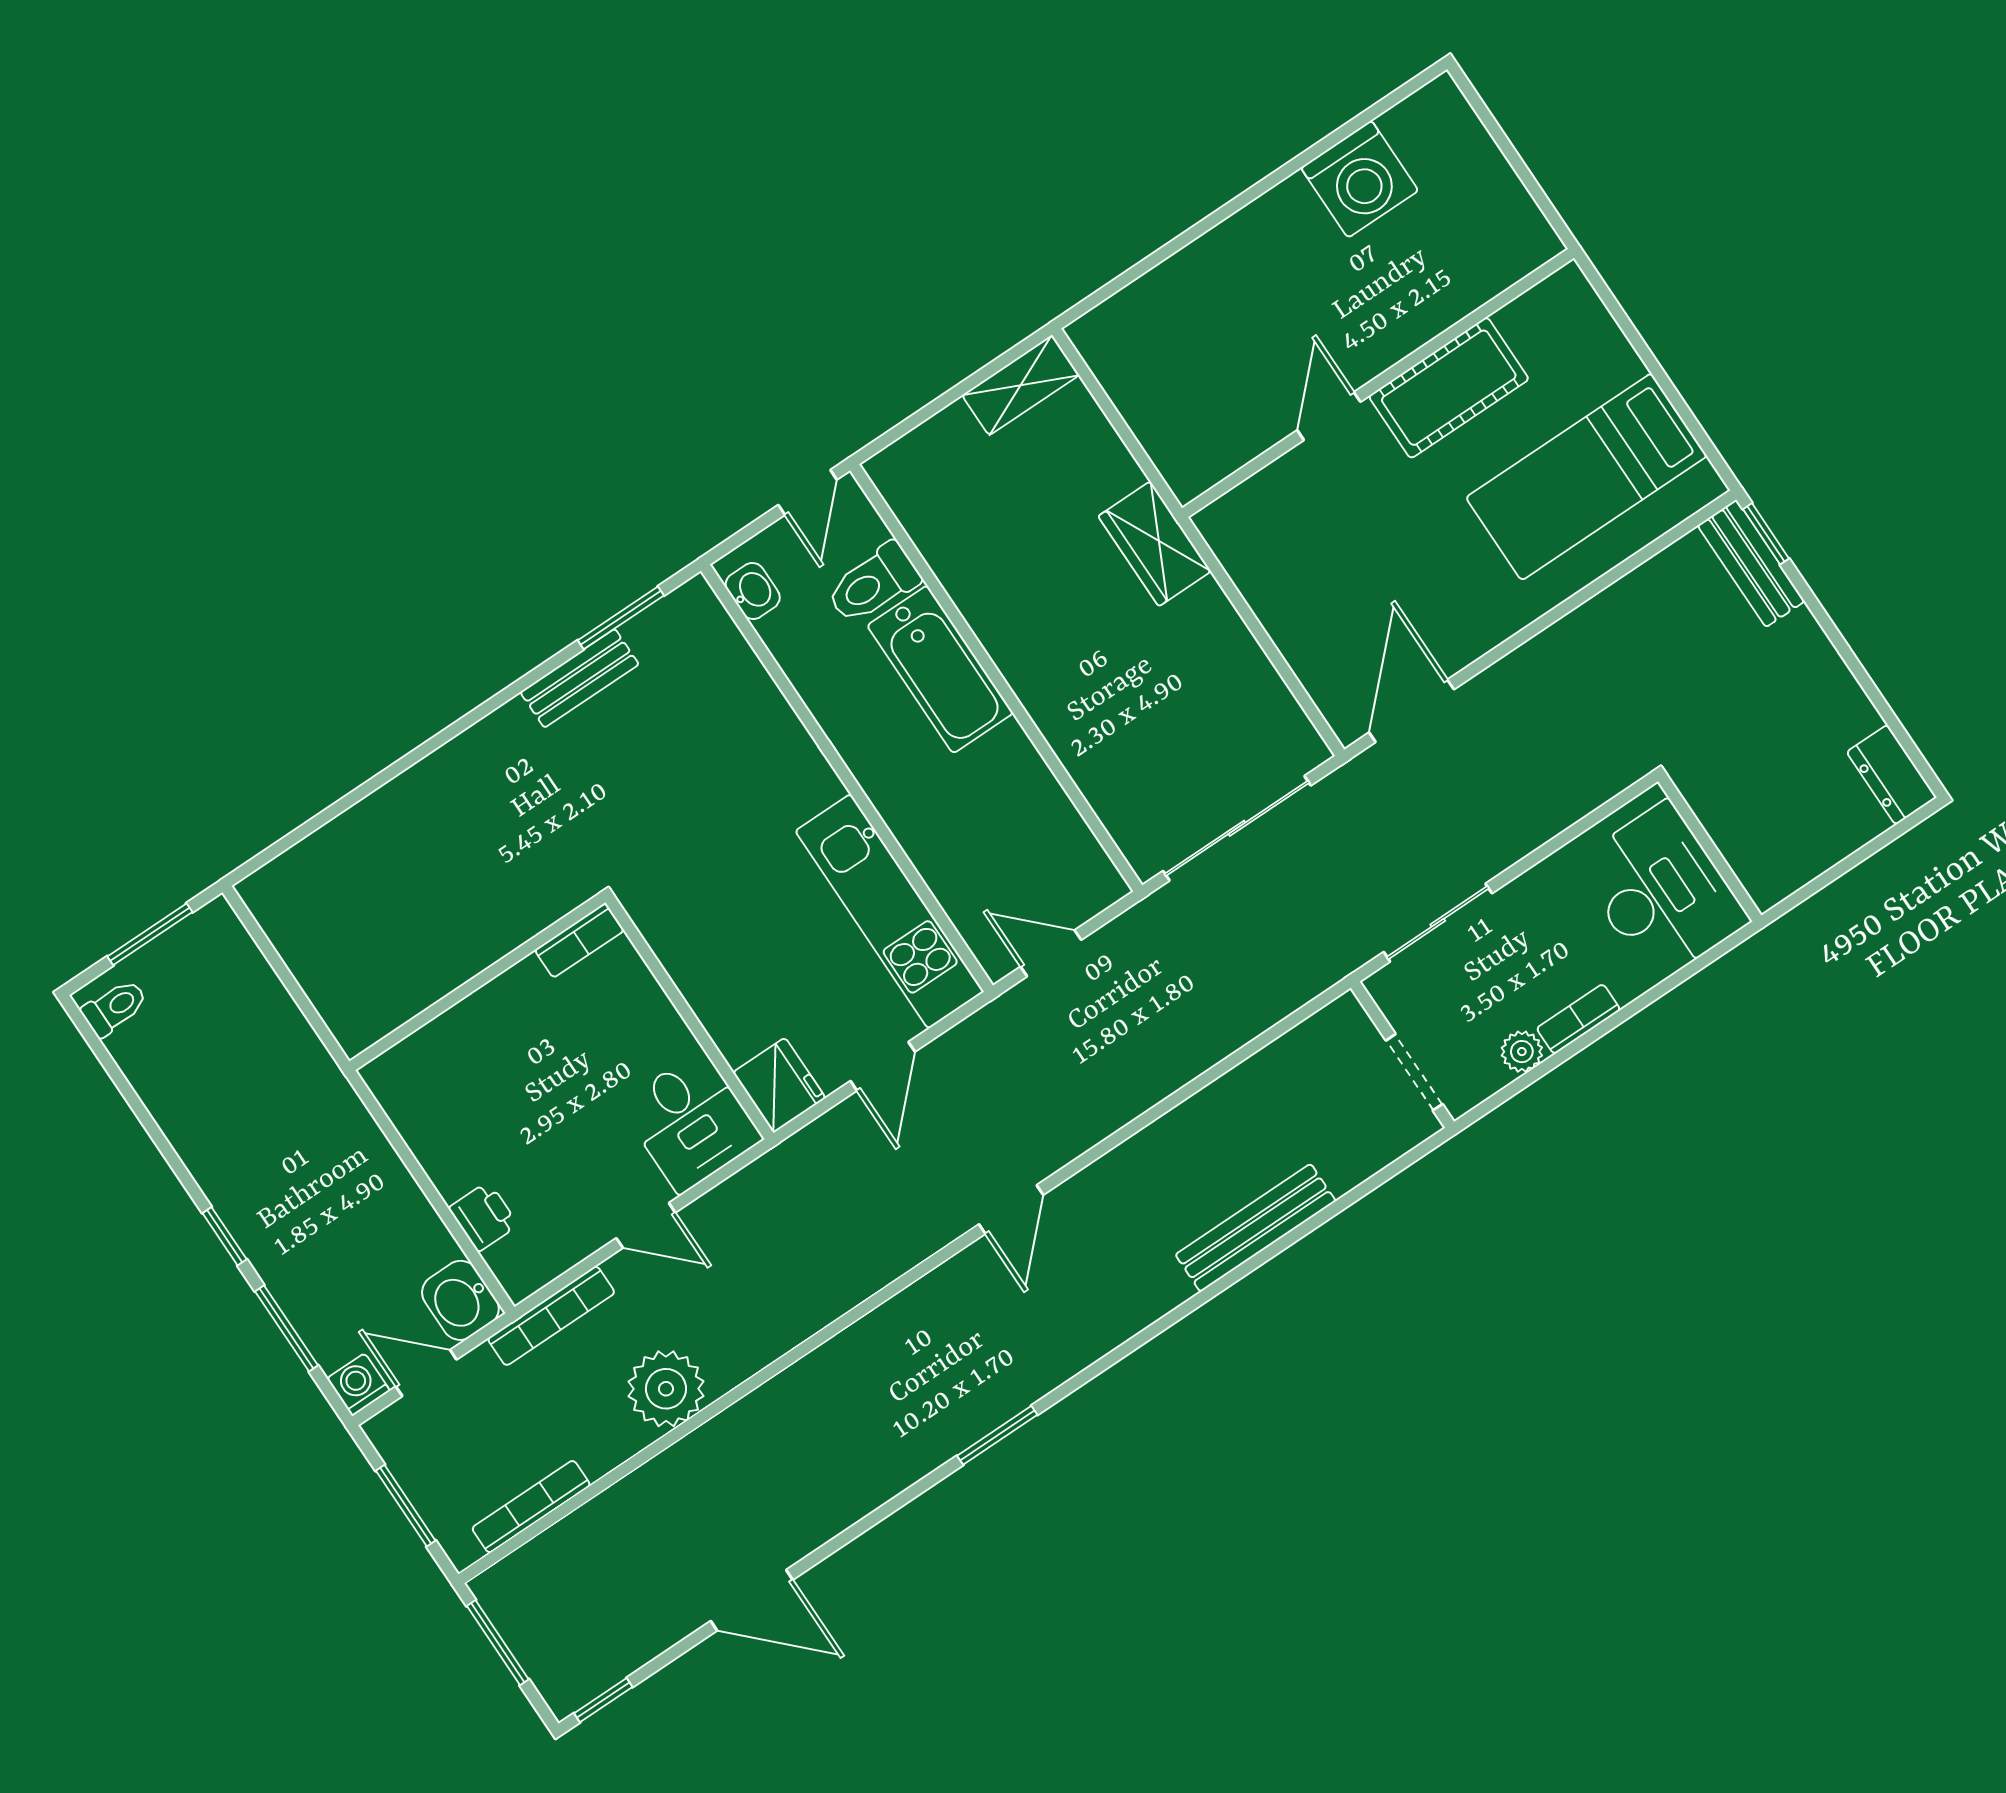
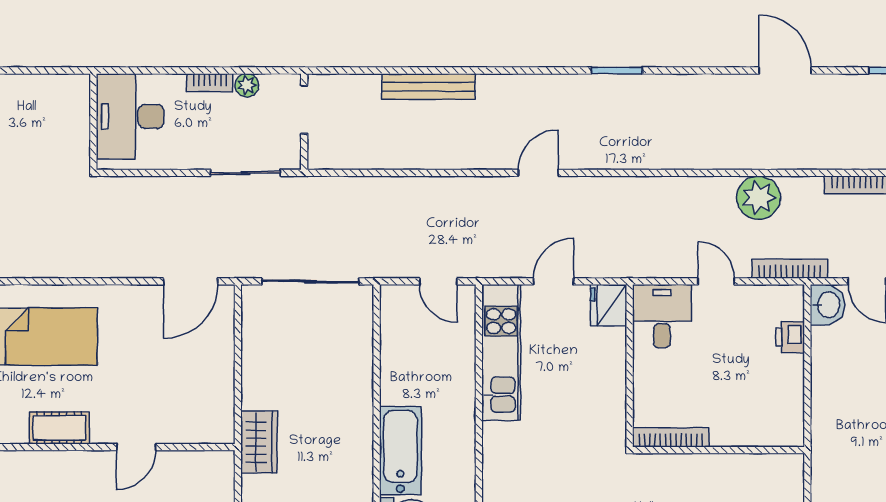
cot: (1449, 388) -> (59, 428), width x0.73, depth x0.75
bookcase: (579, 940) -> (671, 437), width x1.56

